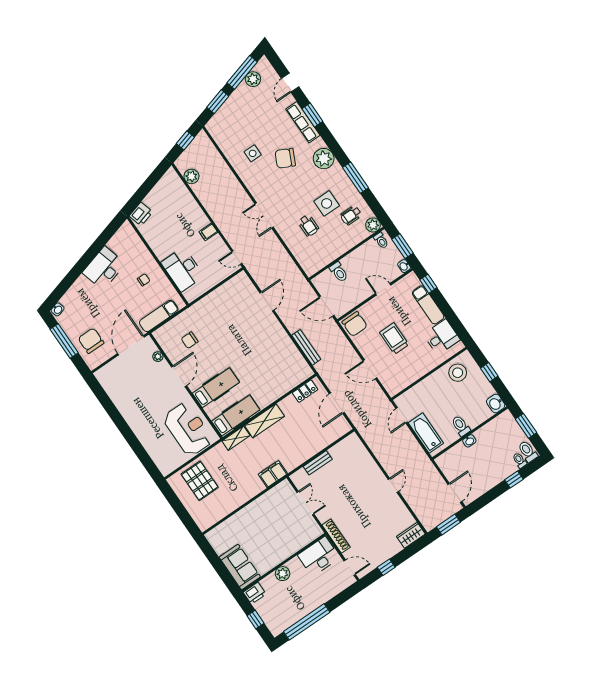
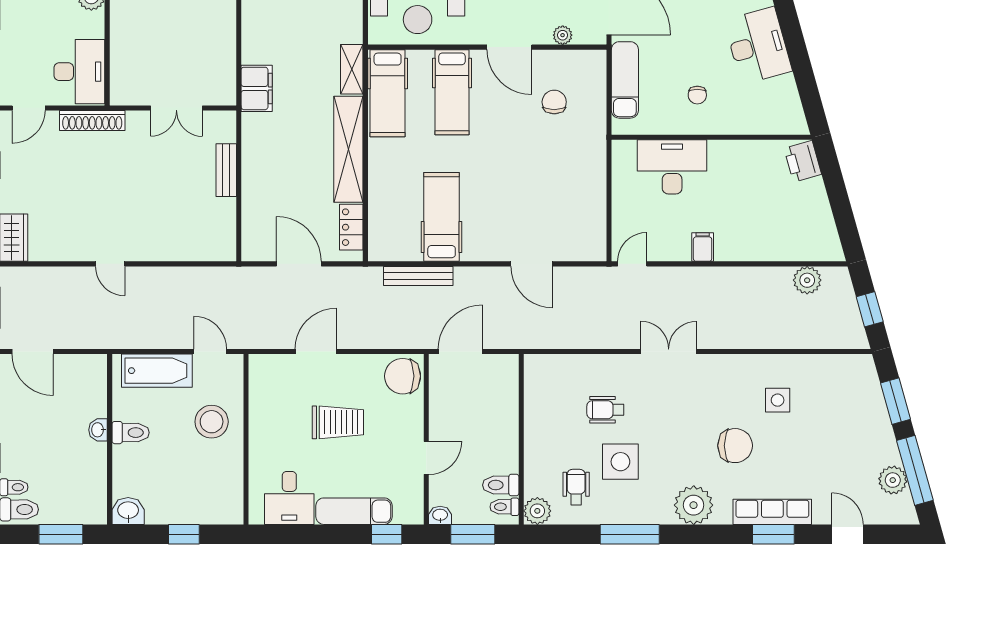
chair: (285, 158) -> (735, 446), turned 64
toilet: (339, 272) -> (501, 485), moved
hospital bed: (273, 355) -> (442, 217), added
stool: (458, 373) -> (212, 422), moved
shelving: (264, 421) -> (348, 149), width x1.47

